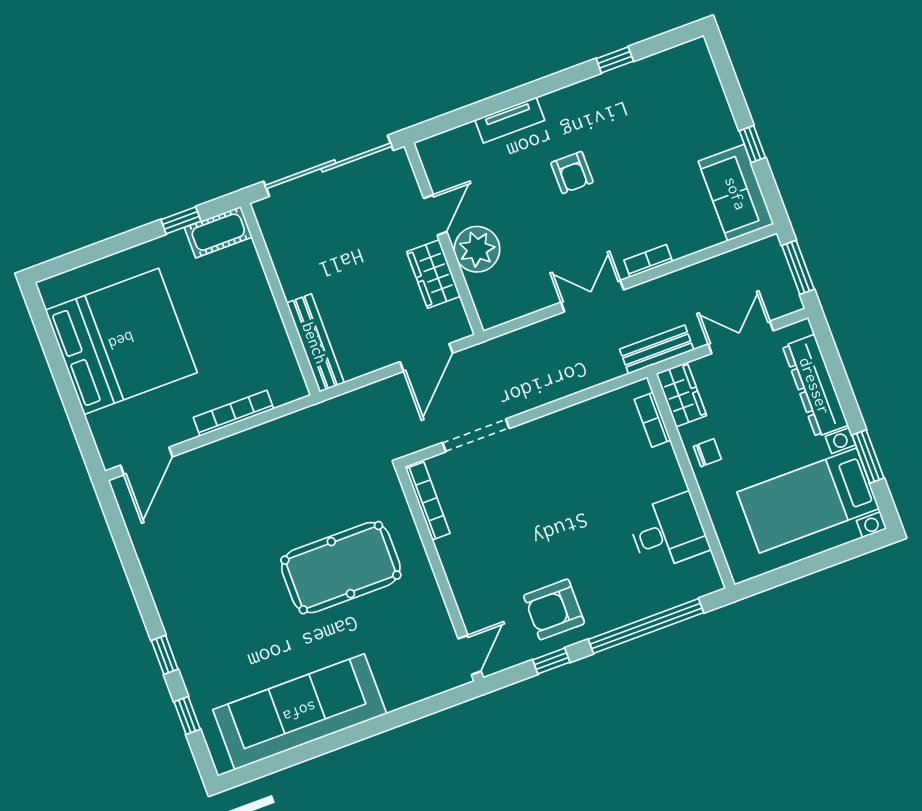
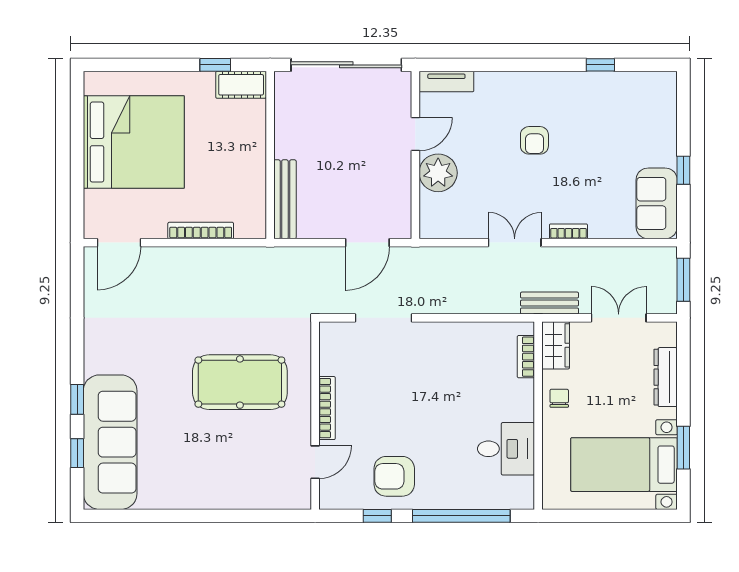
tv unit: (510, 120) -> (446, 81), moved
wardrobe: (434, 274) -> (397, 180), removed
dresser: (815, 386) -> (666, 377), width x0.73, depth x0.80
chair: (707, 453) -> (559, 398), turned -90
bookcase: (428, 501) -> (327, 408), moved
door: (470, 655) -> (315, 462), moved
sofa: (300, 712) -> (110, 442), moved, turned 90

